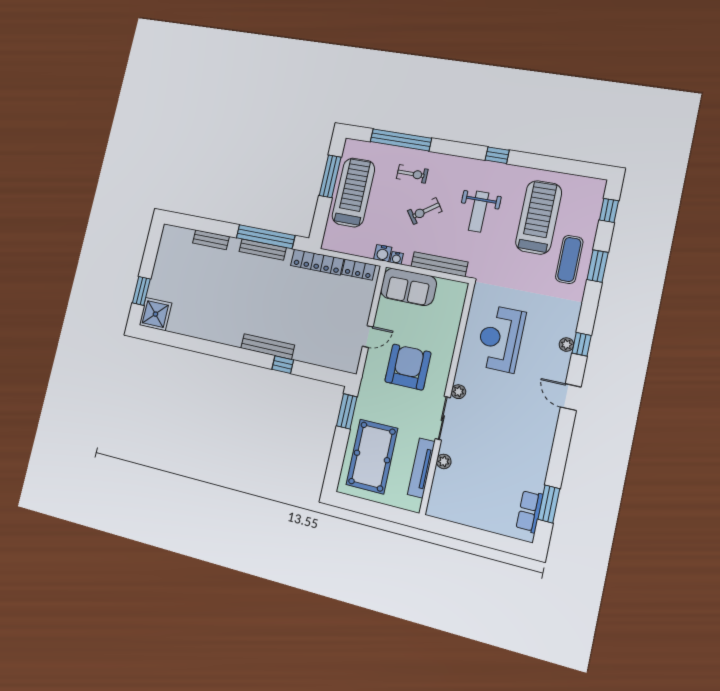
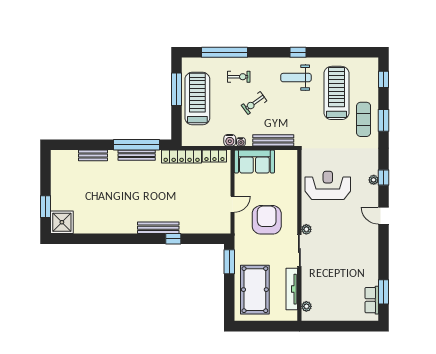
weight bench: (479, 212) -> (296, 78), moved, turned 90
reception desk: (500, 339) -> (328, 185), turned 90
plant: (444, 461) -> (306, 306), moved

